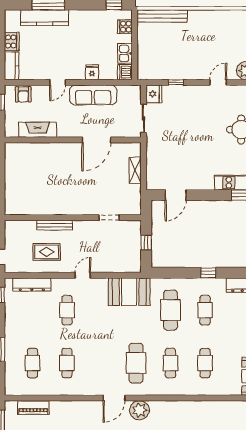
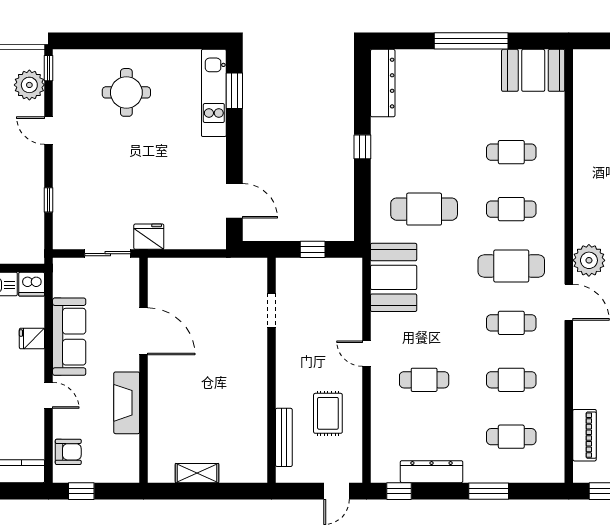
fridge: (154, 94) -> (149, 237), moved
fireplace: (38, 130) -> (127, 403), moved
shelving: (135, 170) -> (197, 473), moved
bench: (54, 225) -> (284, 437), moved
dresser: (32, 284) -> (432, 472), moved, turned -90
cafe table: (205, 310) -> (511, 323), moved

